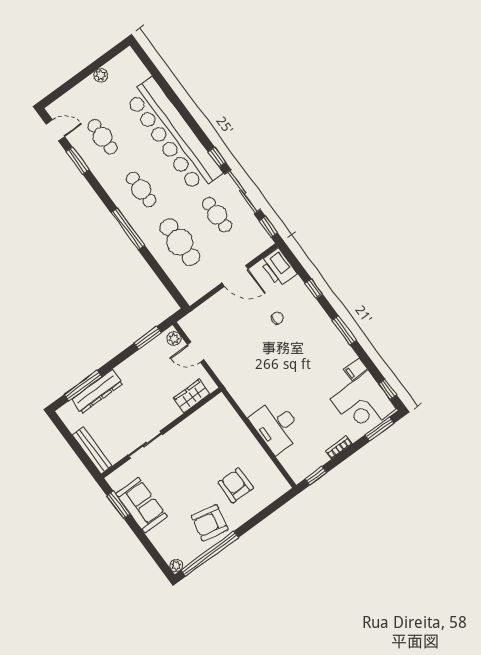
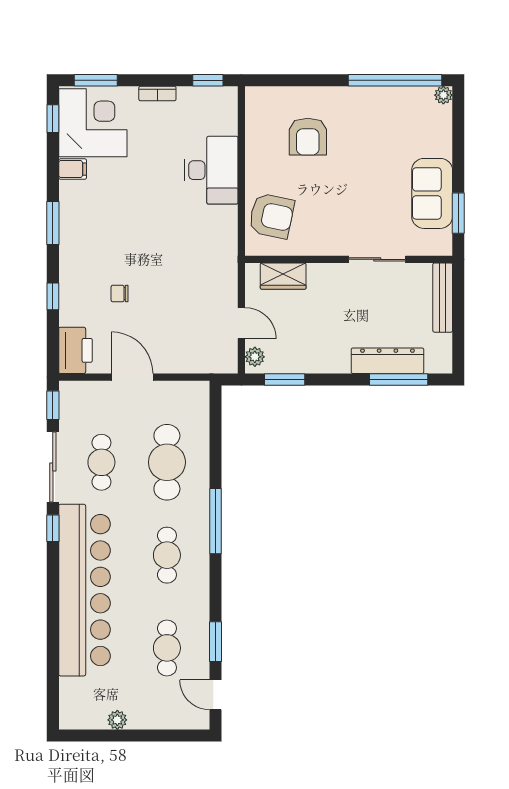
armchair: (210, 523) -> (271, 216), moved

